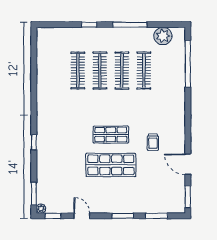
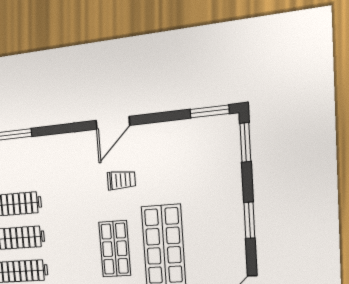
door: (188, 164) -> (113, 123), moved
window: (157, 216) -> (245, 142), moved

